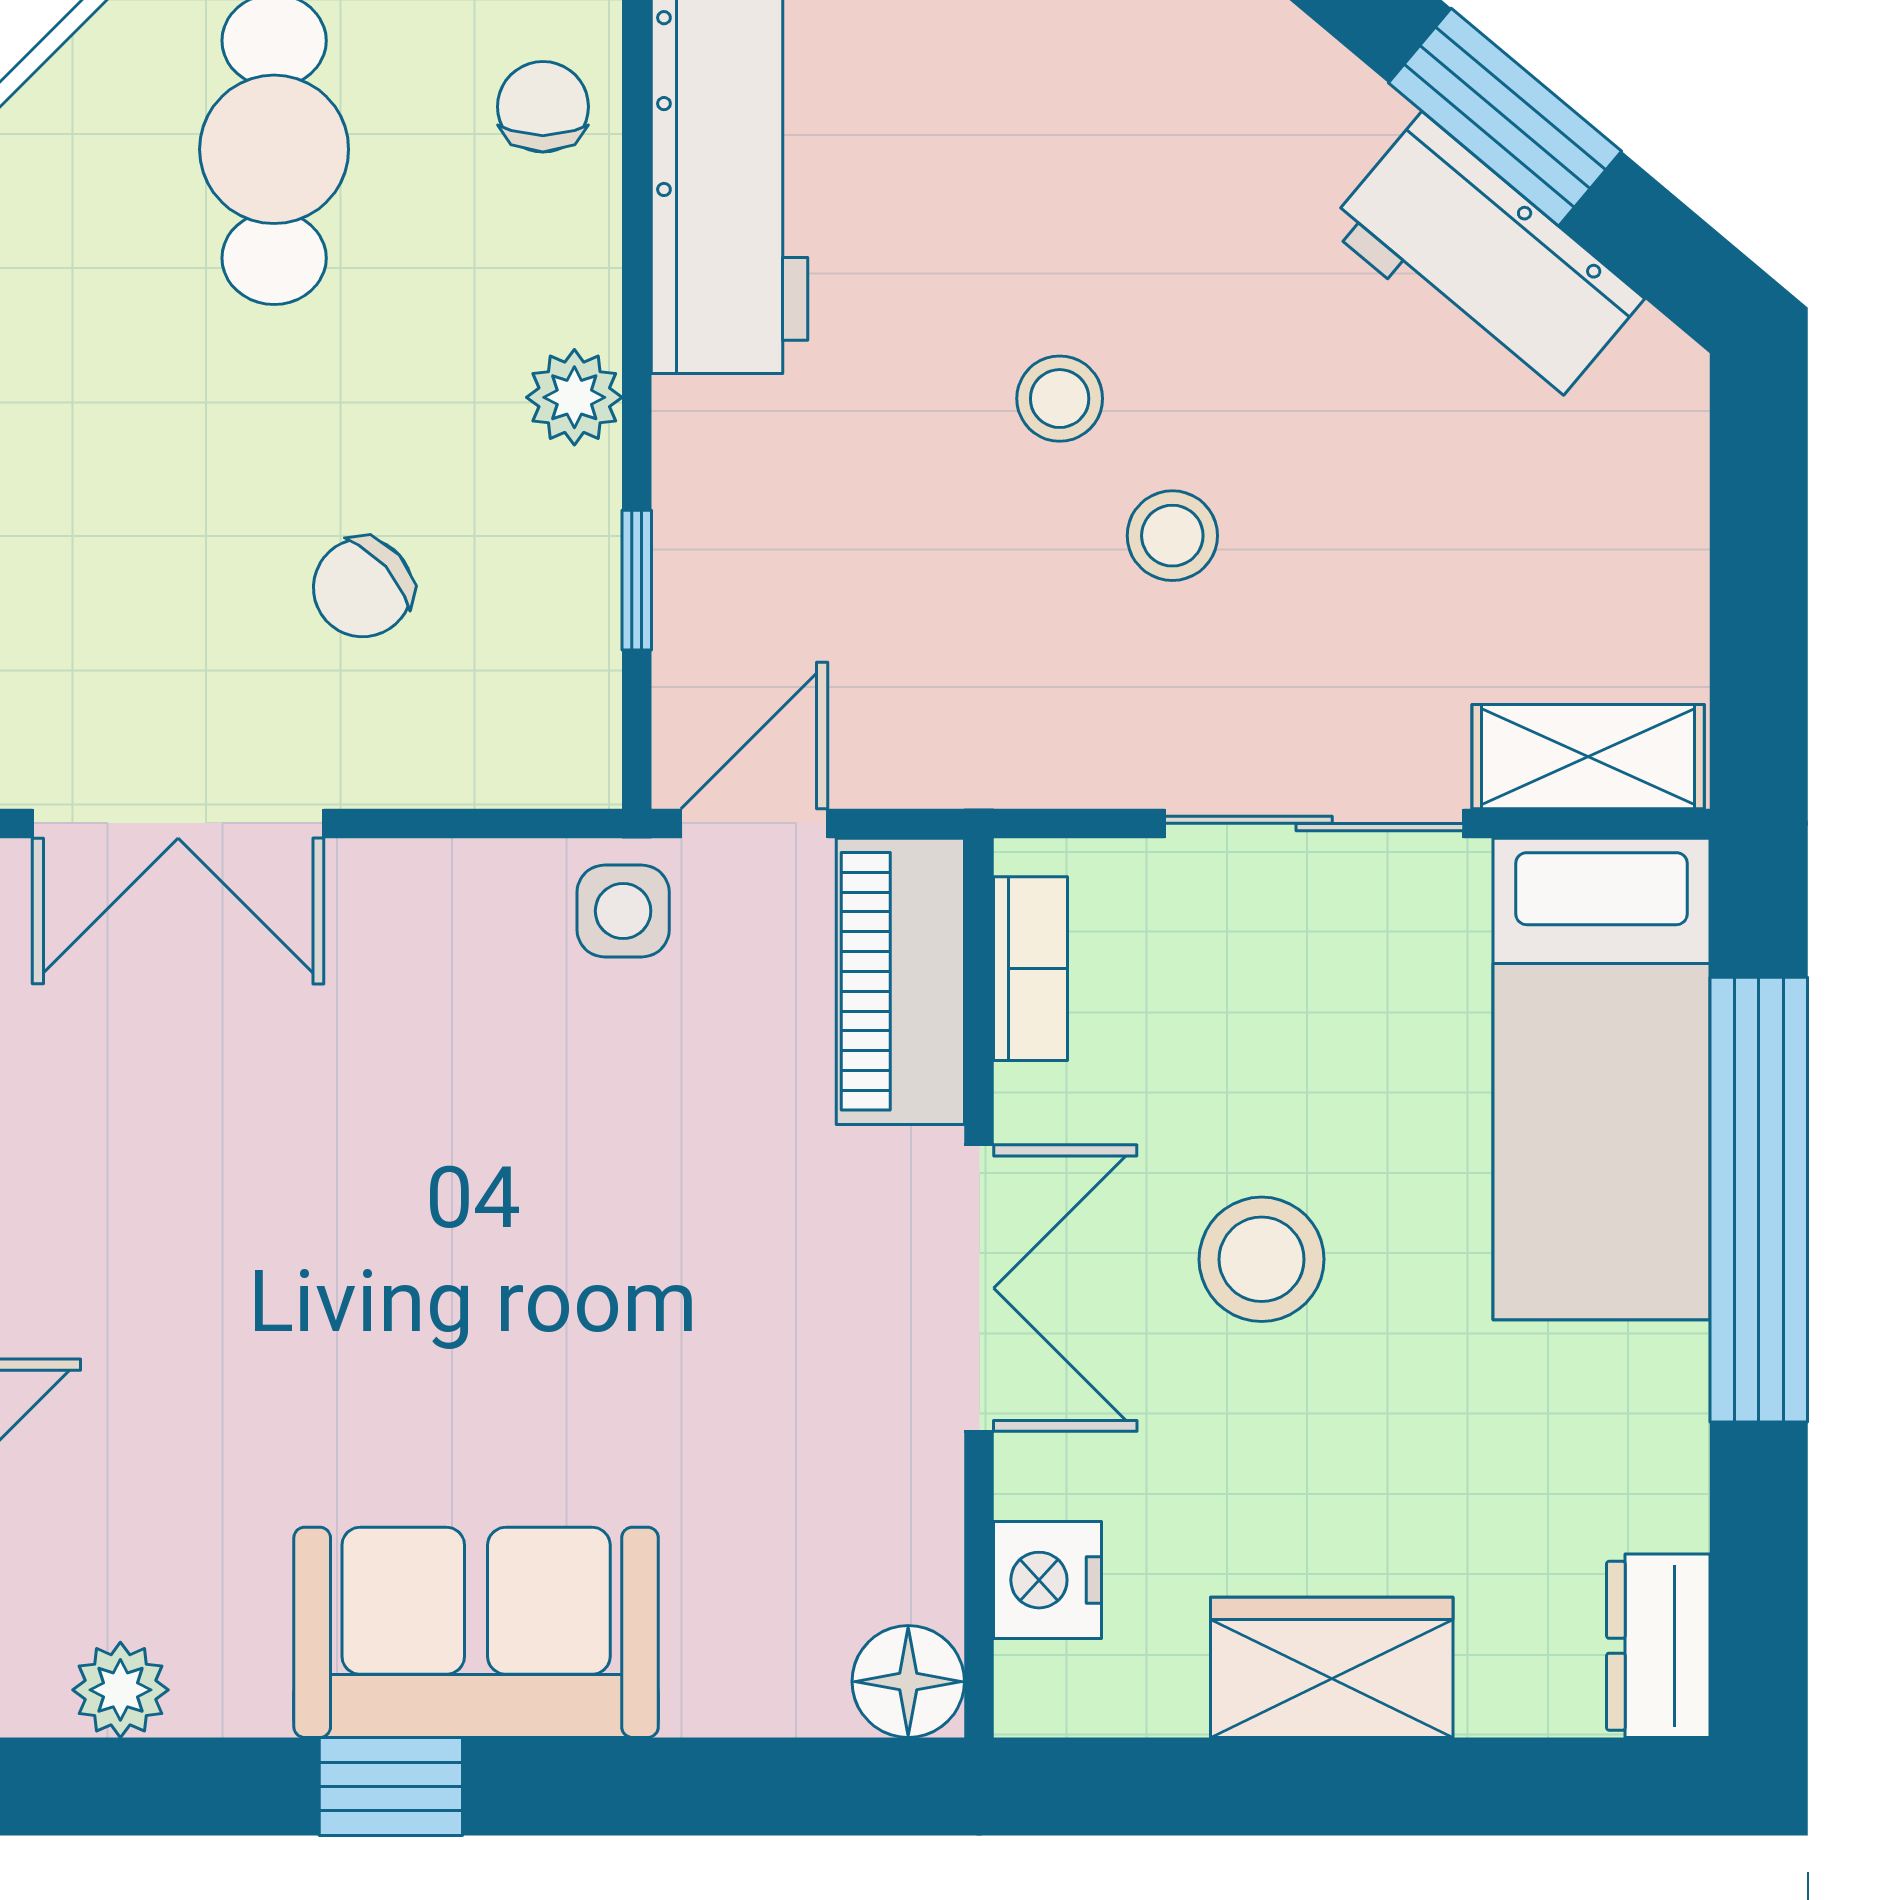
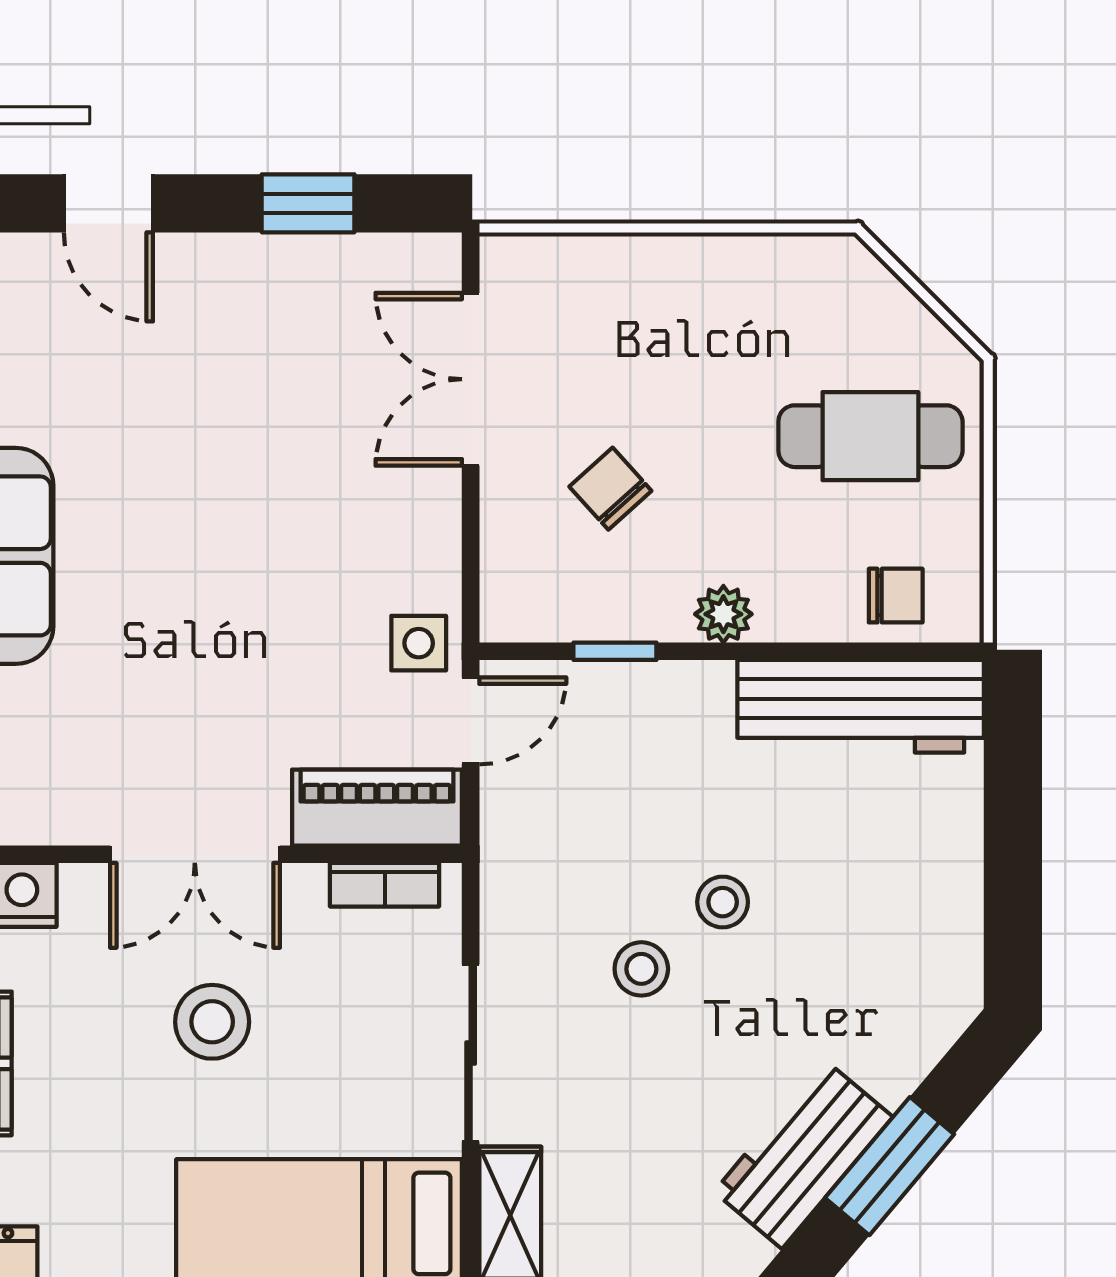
door: (754, 823) -> (471, 721), hinge flipped

